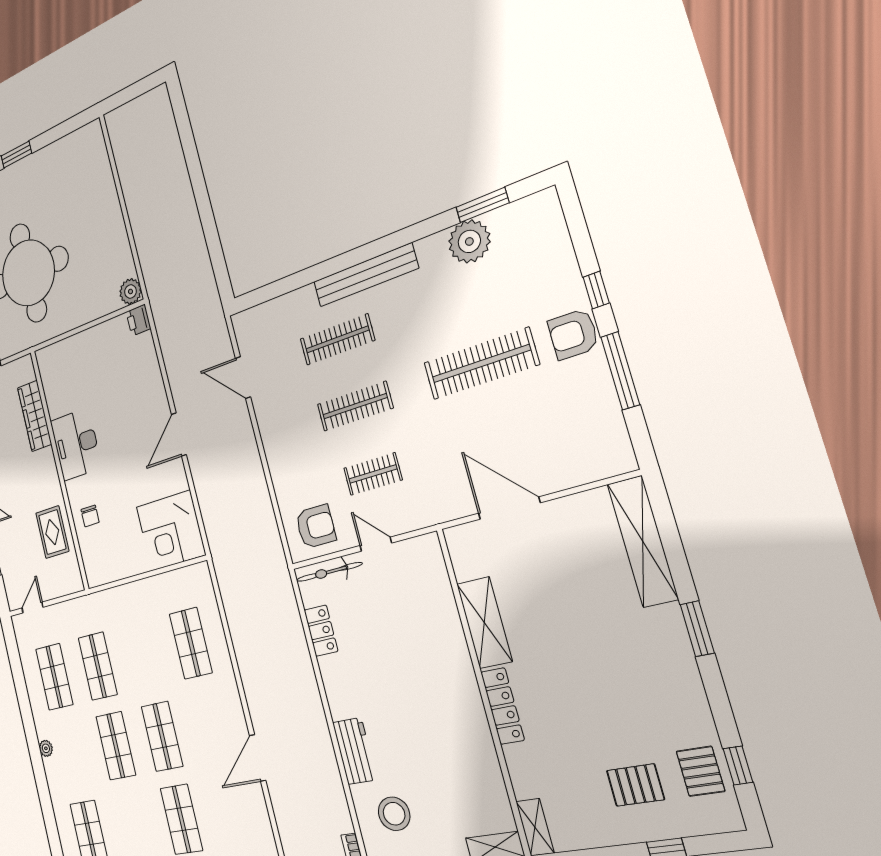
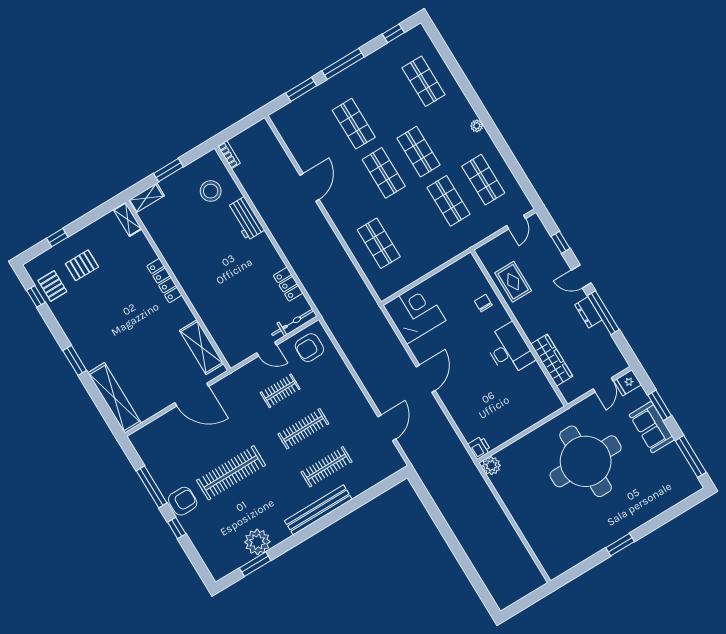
door: (243, 378) -> (387, 428), hinge flipped
shelving: (484, 622) -> (202, 347), moved

